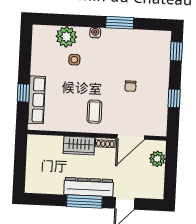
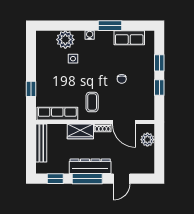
row of seats: (142, 38) -> (129, 38), added
window: (176, 51) -> (159, 63), moved
row of seats: (37, 100) -> (57, 114), moved, turned -90
door: (131, 137) -> (124, 122), hinge flipped
bench: (32, 157) -> (41, 143), added
window: (47, 200) -> (55, 179), added

